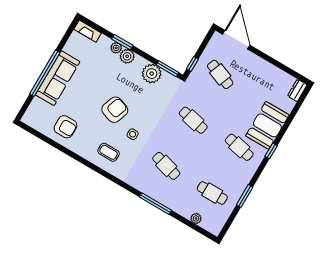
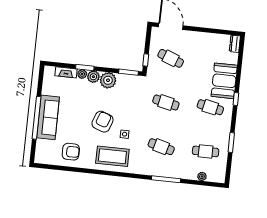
fireplace: (88, 31) -> (66, 72), moved
plant: (152, 74) -> (108, 80), moved
coffee table: (109, 152) -> (112, 156), width x1.86, depth x1.72

